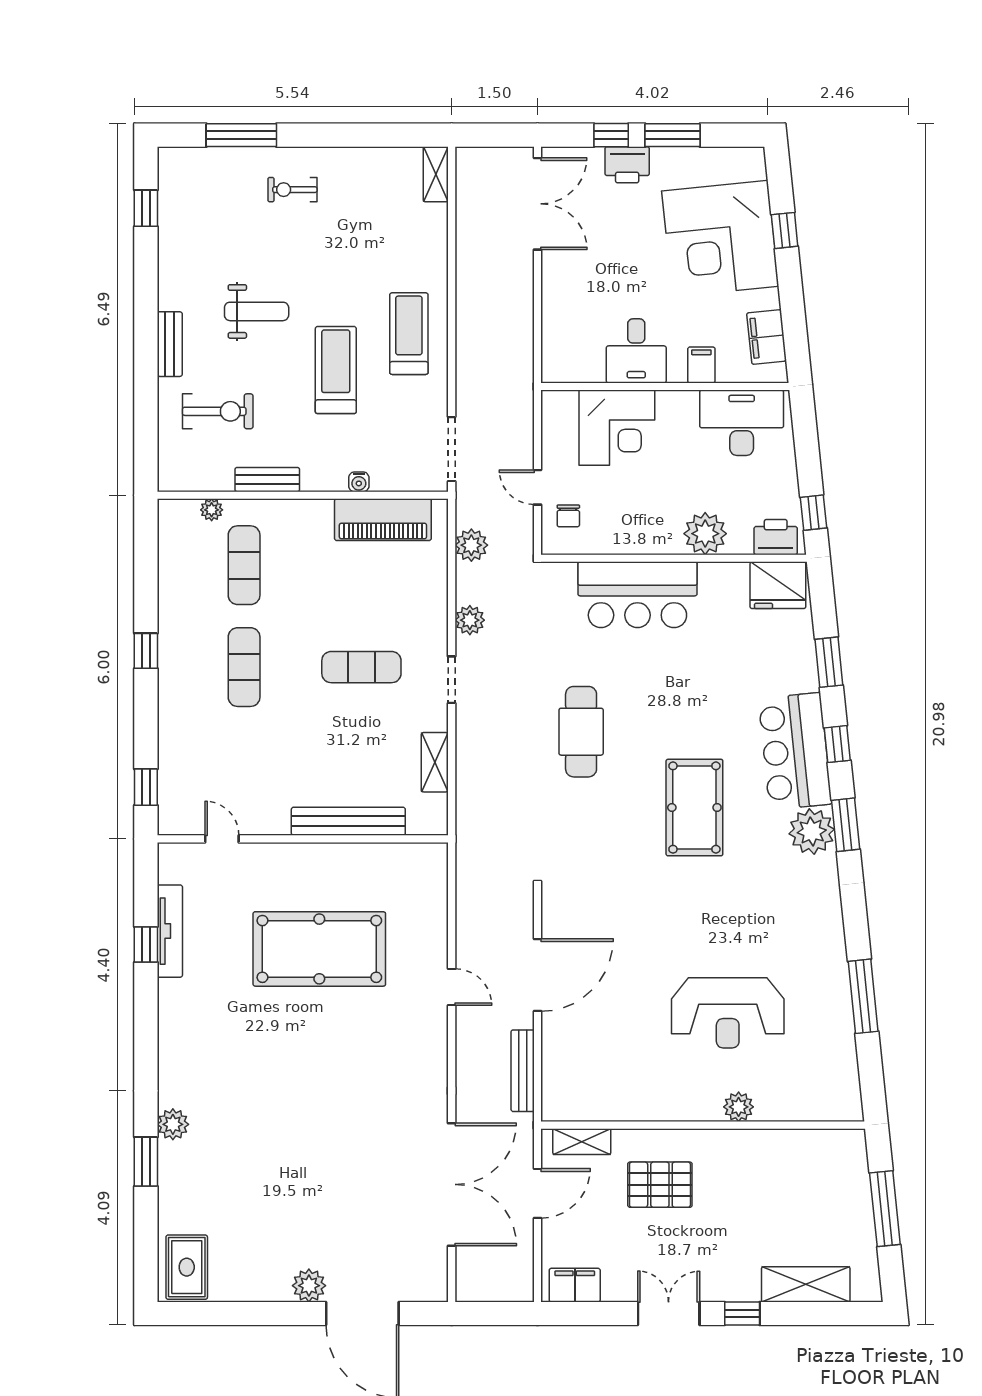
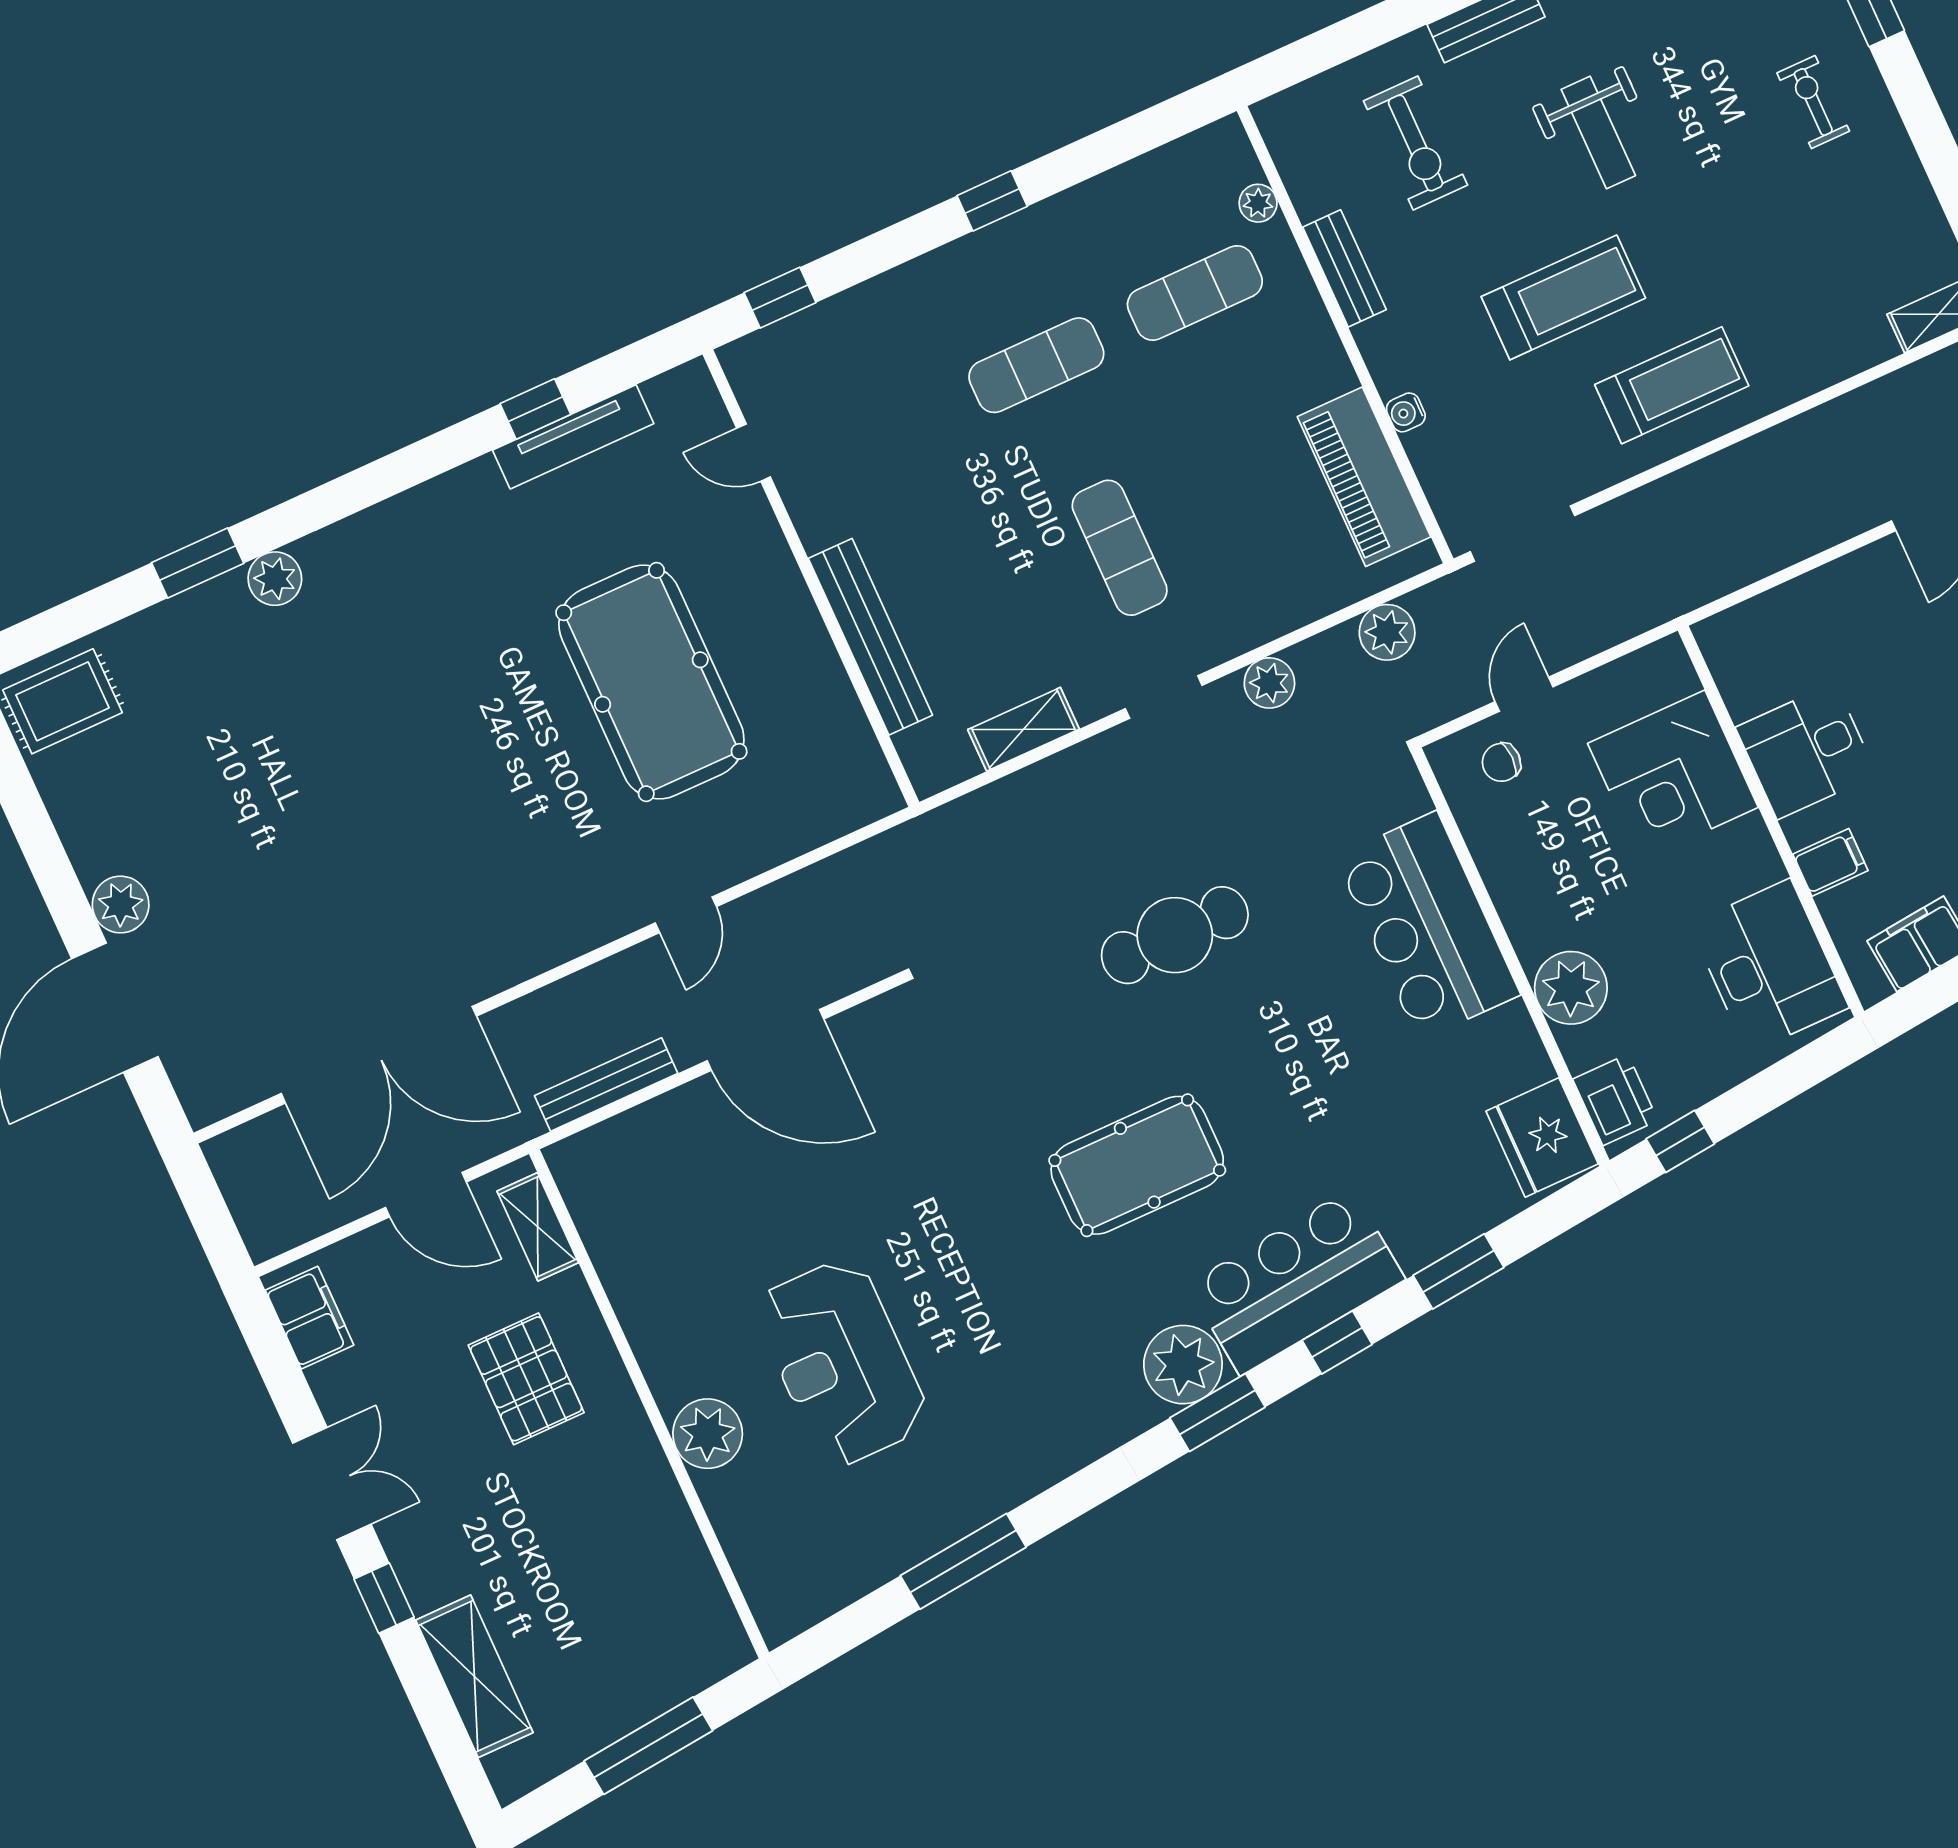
door: (222, 839) -> (754, 453), swing flipped
plant: (739, 1107) -> (708, 1434), width x1.36, depth x1.36

